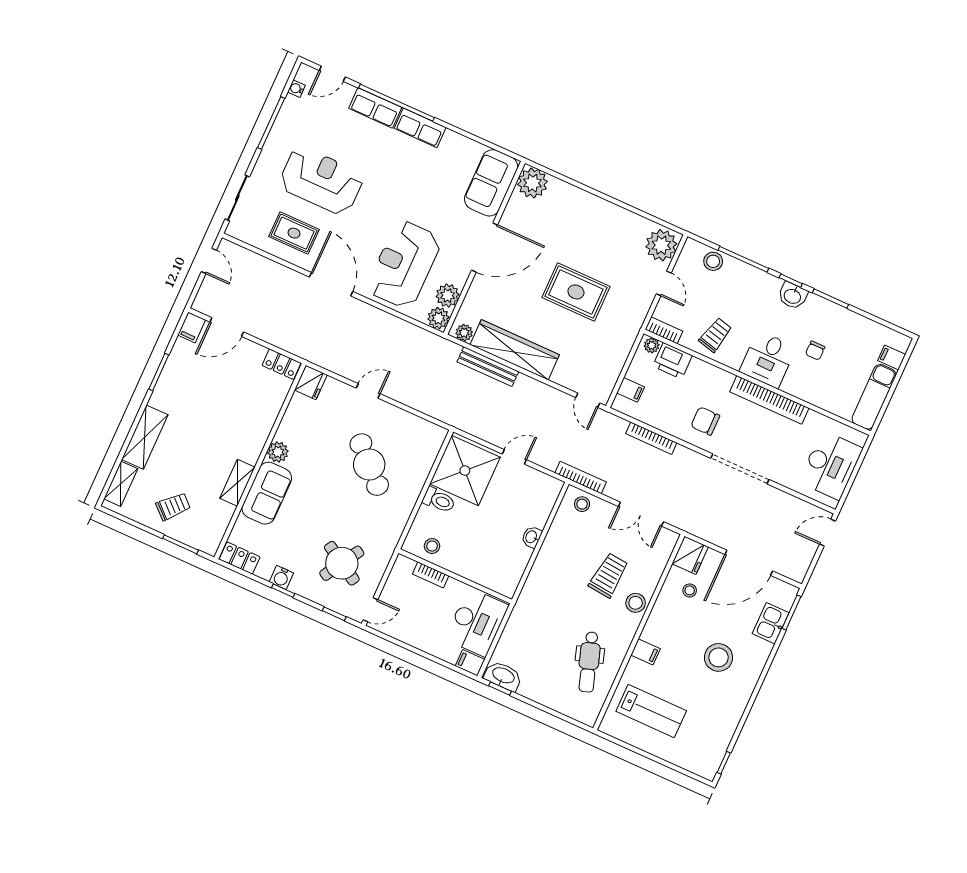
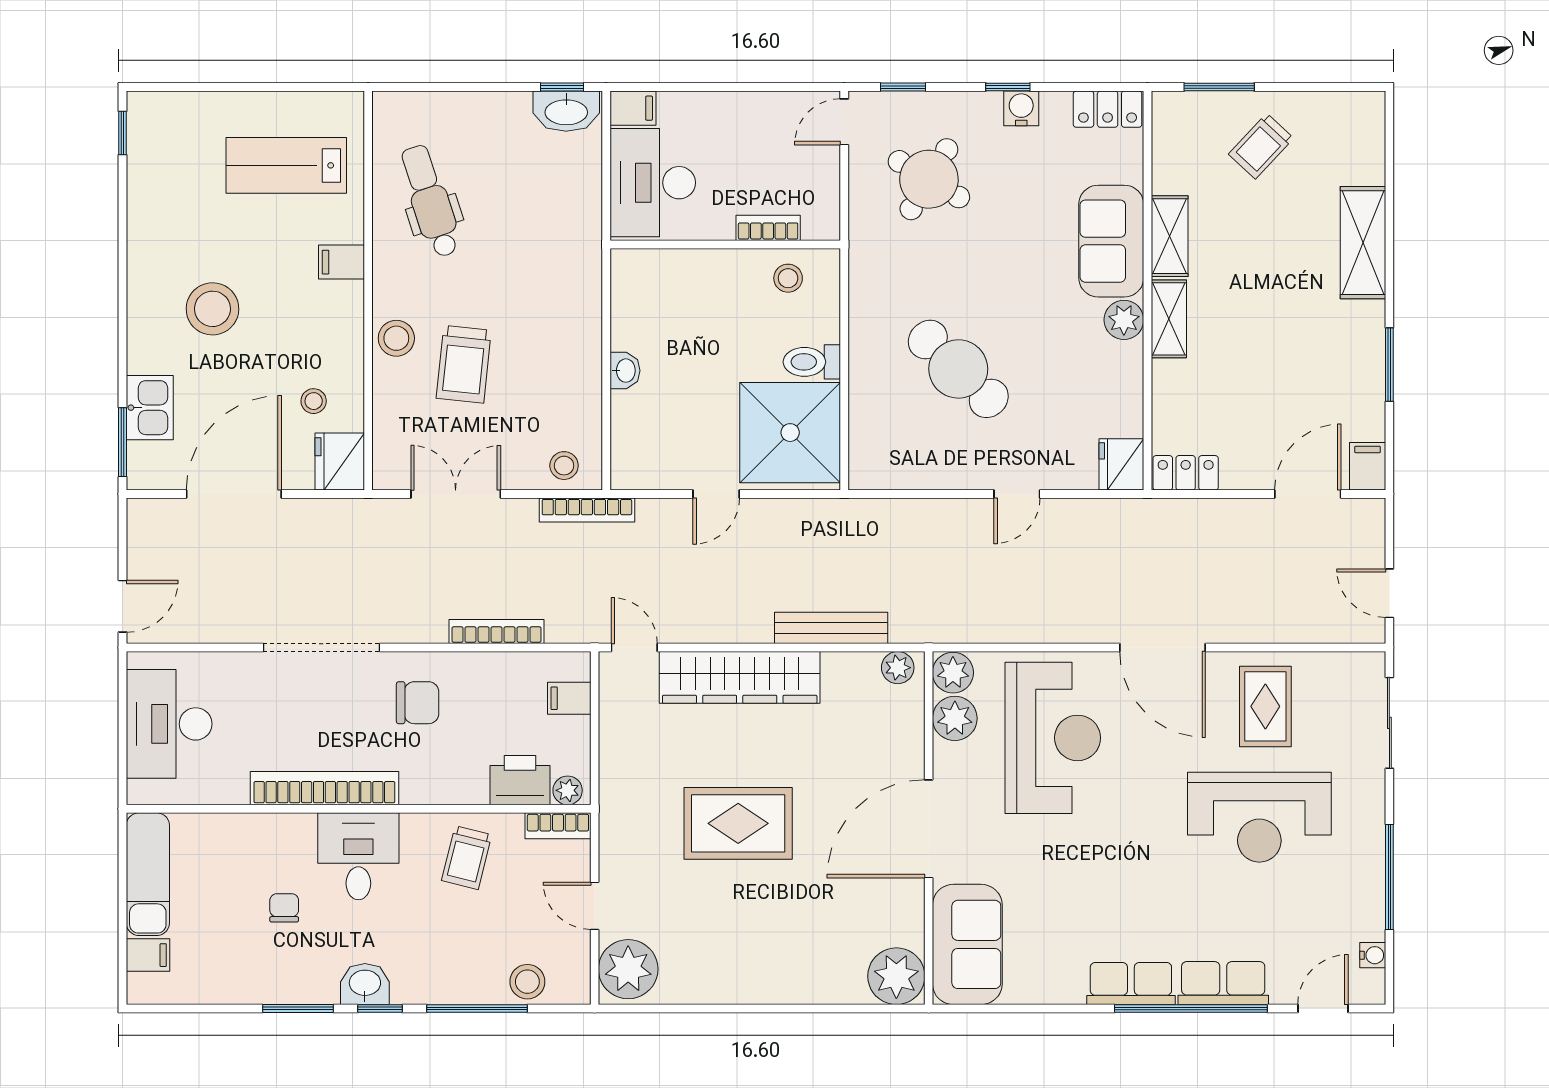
rug: (294, 233) -> (1265, 706), turned 90
wardrobe: (515, 350) -> (740, 677), moved
shelving: (121, 484) -> (1169, 319), moved

